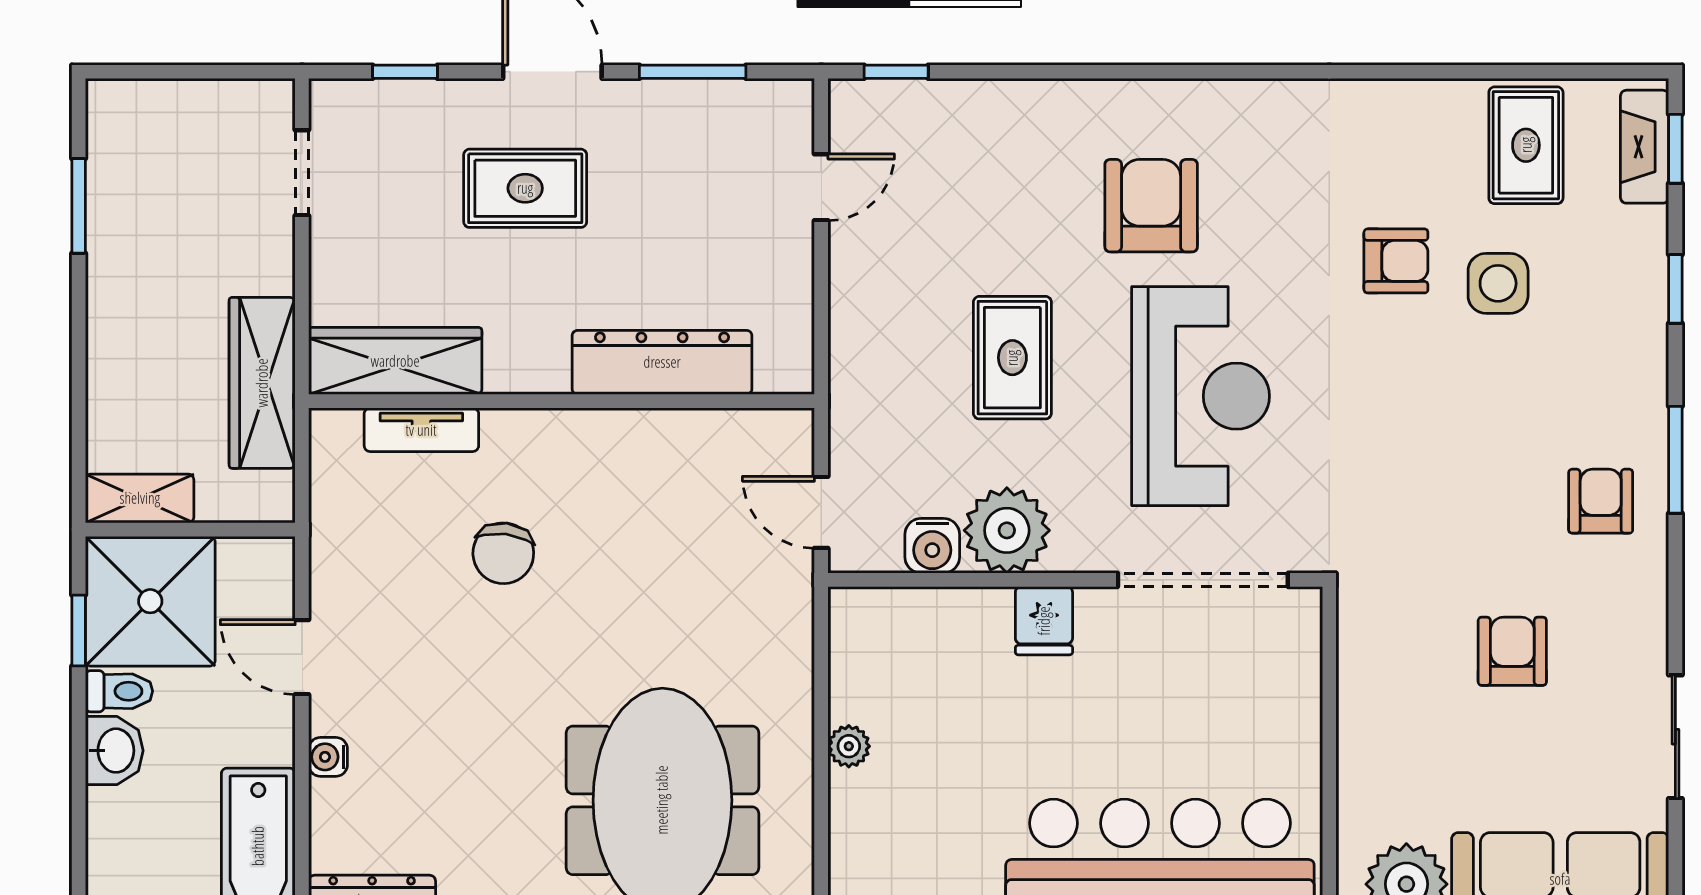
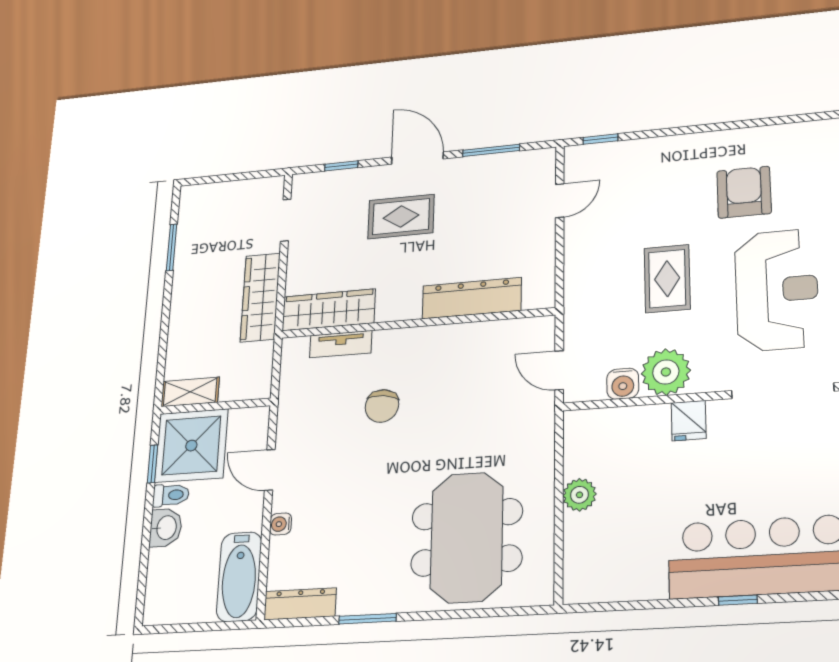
wardrobe: (262, 383) -> (260, 297), moved
plant: (849, 746) -> (579, 495), width x1.38, depth x1.38

